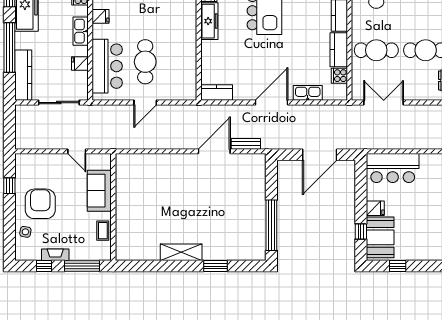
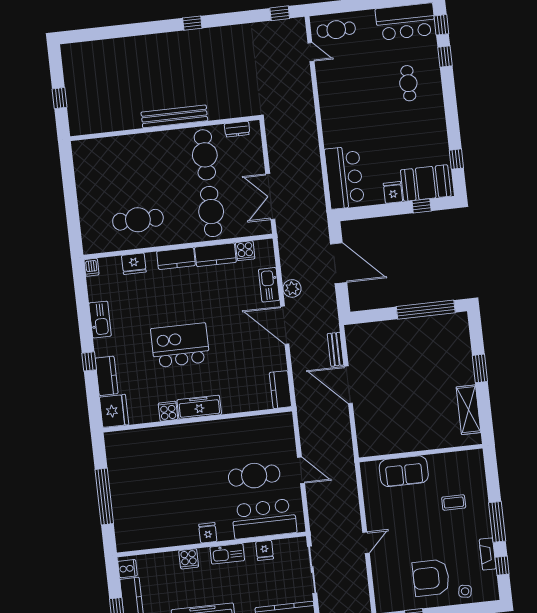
plant: (302, 112) -> (292, 288), added
sofa: (99, 191) -> (404, 471), moved
wall: (113, 207) -> (421, 453), moved

